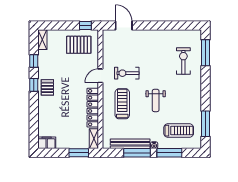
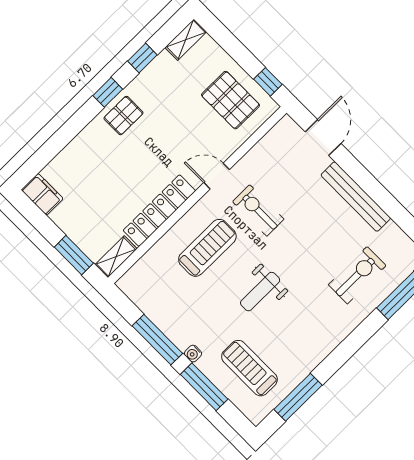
treadmill: (179, 131) -> (249, 368), turned 180
bench: (130, 144) -> (356, 197), moved

